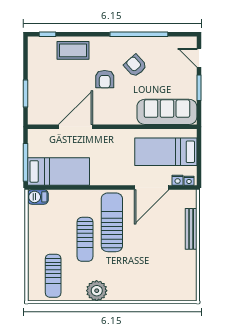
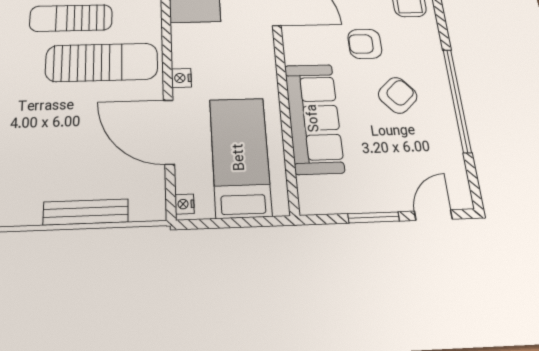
sofa: (167, 112) -> (314, 118), moved
nightstand: (178, 180) -> (181, 78), moved

